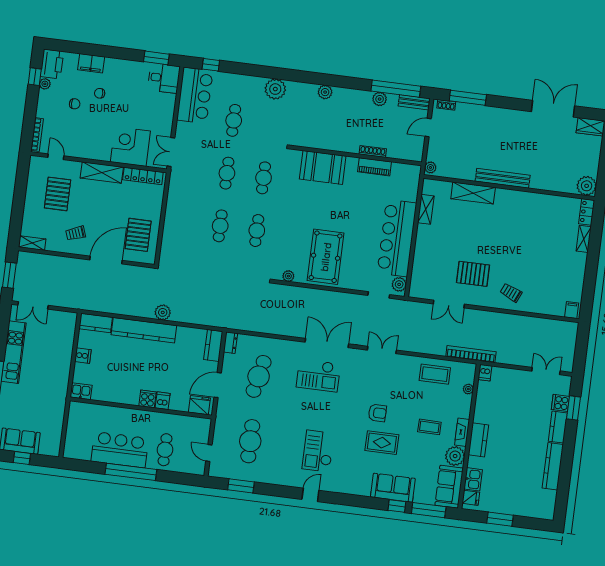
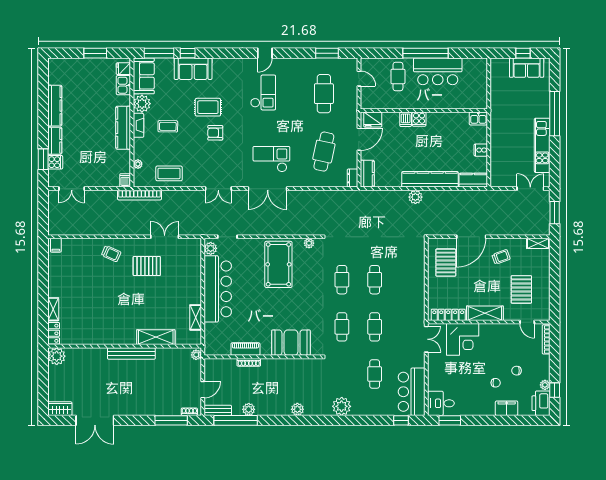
kitchen counter: (478, 440) -> (123, 128), width x1.50

